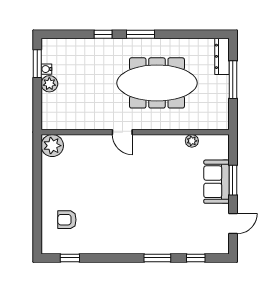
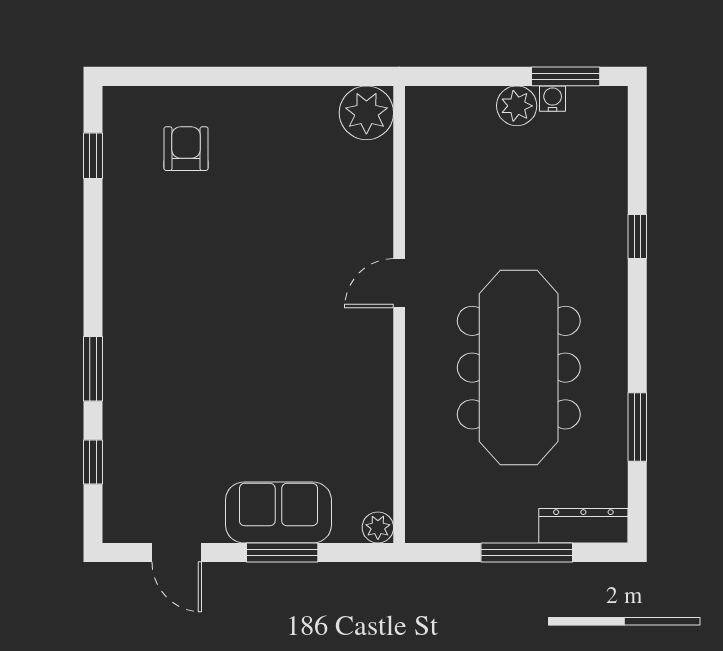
window: (140, 34) -> (637, 427), moved
plant: (192, 141) -> (378, 527), moved

